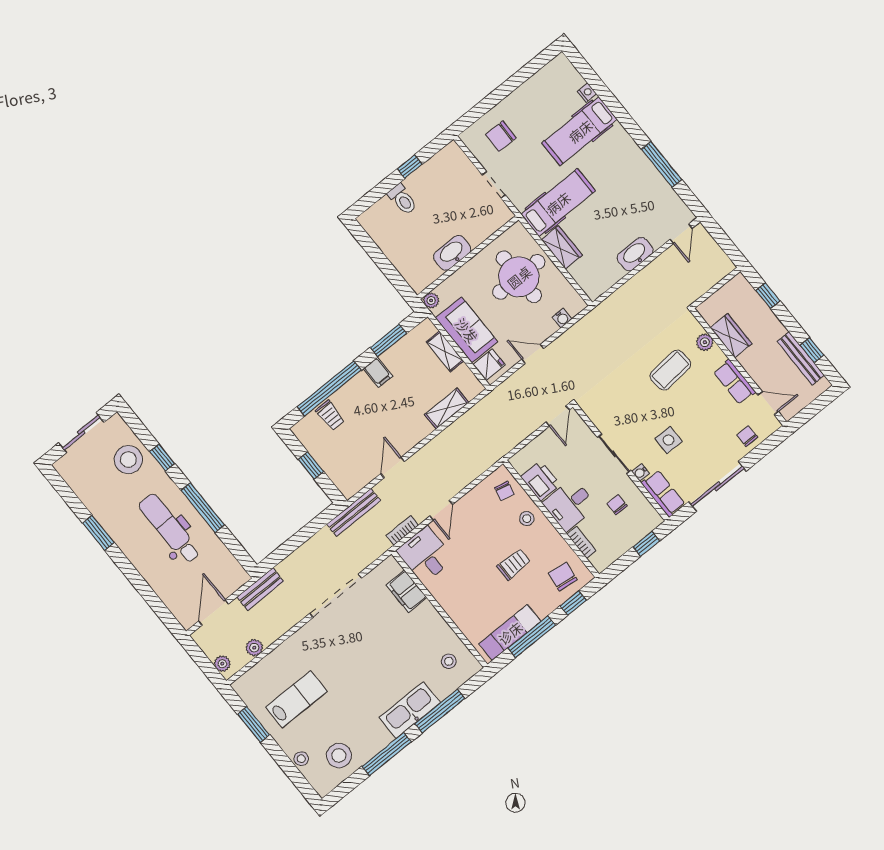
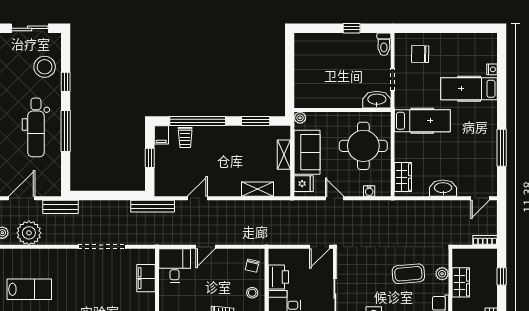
toilet: (402, 199) -> (384, 44), moved
wardrobe: (562, 247) -> (403, 177), moved
washbasin: (452, 253) -> (377, 100), moved
filing cabinet: (378, 372) -> (161, 135), moved
dental chair: (170, 529) -> (36, 127), turned 180
bookcase: (402, 530) -> (485, 240), moved
plant: (254, 648) -> (29, 233), width x1.88, depth x1.88

